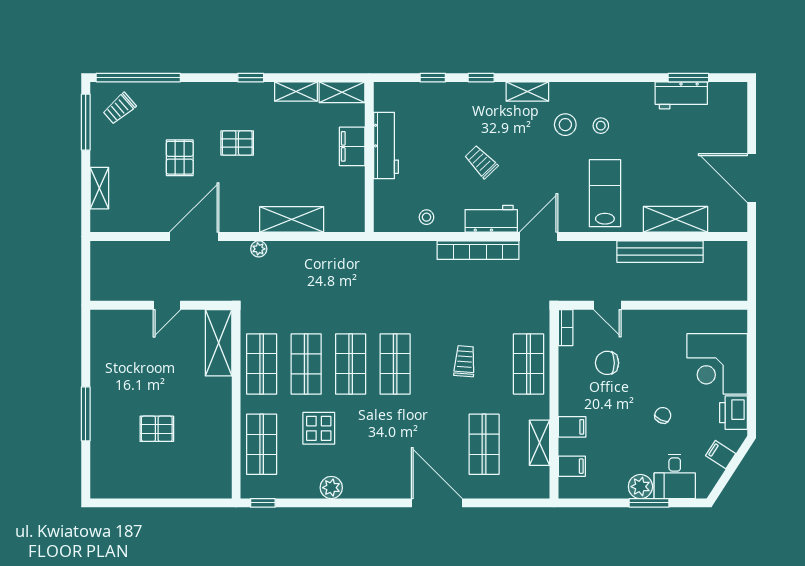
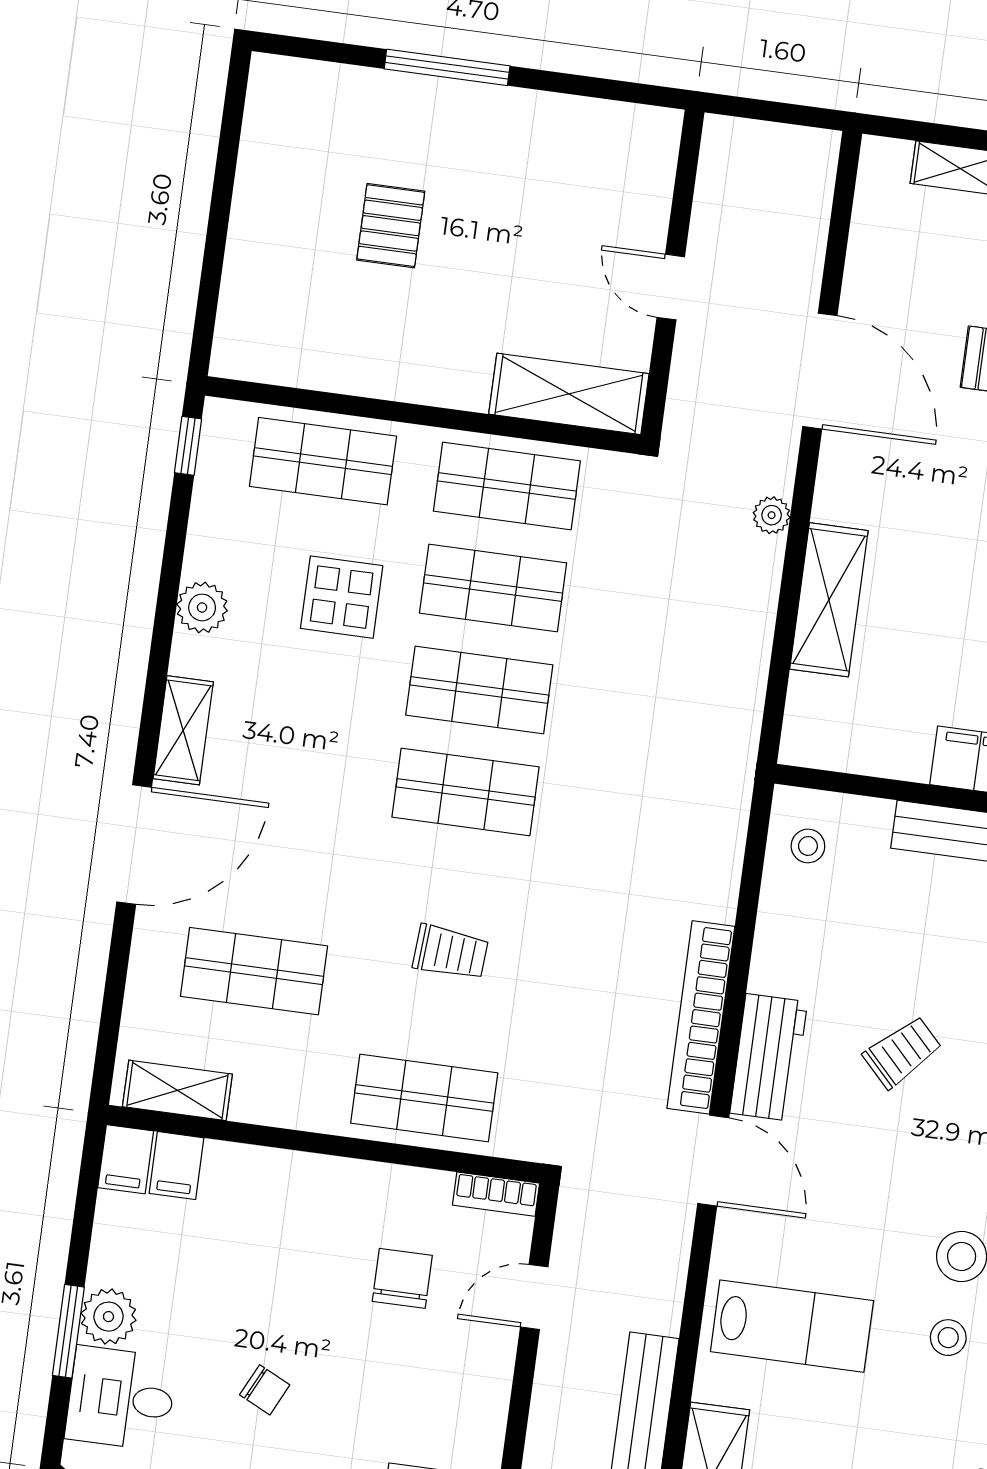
stool: (426, 217) -> (808, 846), moved
filing cabinet: (572, 427) -> (126, 1159), moved
shelving: (540, 443) -> (177, 1090), moved
shelving: (385, 488) -> (183, 730), added

